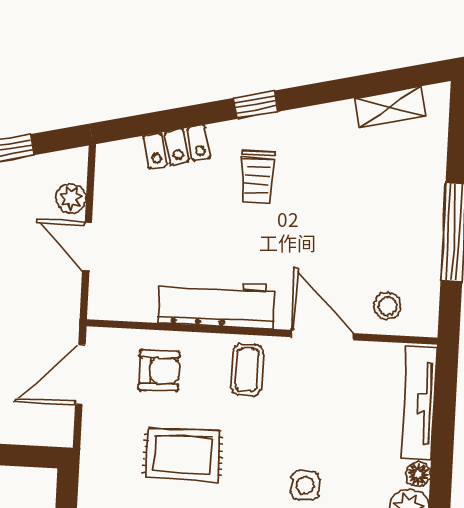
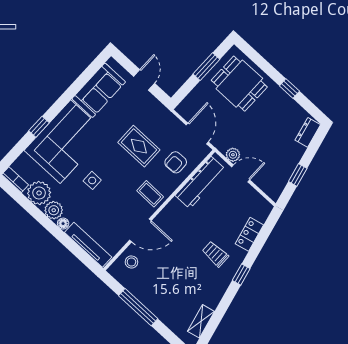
plant: (71, 198) -> (233, 155), moved
workbench: (216, 304) -> (200, 182), moved
rug: (183, 455) -> (139, 146), turned 90

